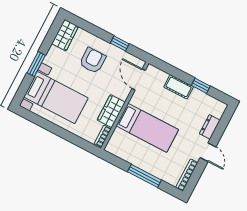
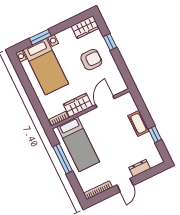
window: (120, 43) -> (110, 42), moved
window: (36, 64) -> (40, 37), moved
door: (139, 79) -> (105, 102), moved
bed: (147, 128) -> (78, 144), moved
window: (144, 176) -> (63, 159), moved

